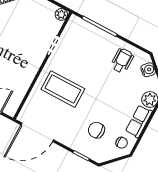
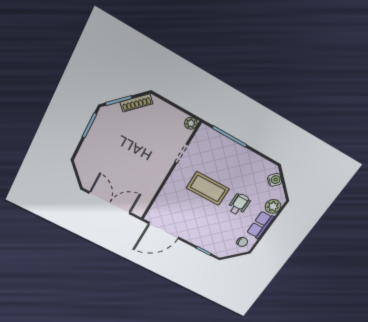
wheelchair: (122, 61) -> (239, 204), moved
coffee table: (63, 89) -> (208, 189), moved
chair: (96, 130) -> (219, 231), removed

